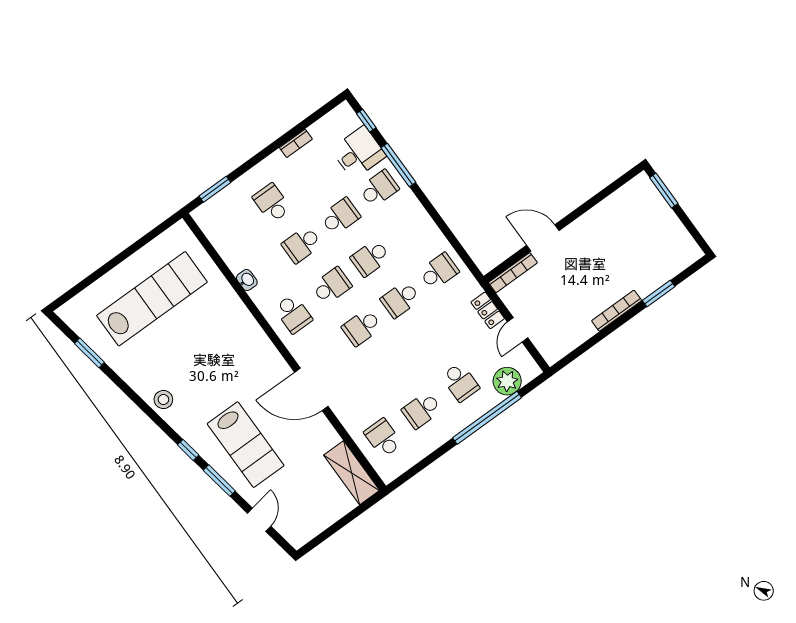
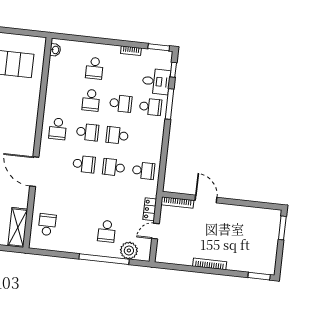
window: (215, 189) -> (159, 47), moved
school desk: (272, 203) -> (95, 68), turned 180
school desk: (302, 244) -> (91, 100), turned -90
washbasin: (247, 280) -> (55, 50), moved
window: (659, 294) -> (259, 276), moved
school desk: (362, 327) -> (84, 164), turned 180
school desk: (422, 410) -> (77, 228), removed

